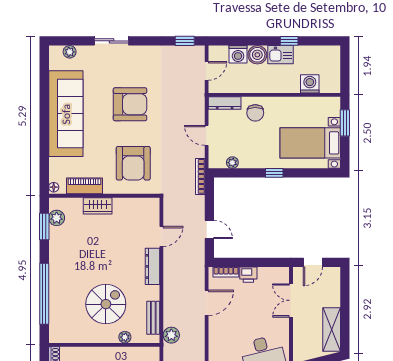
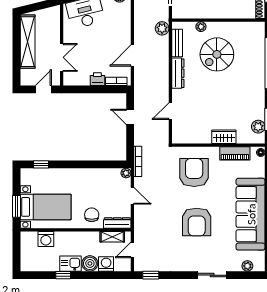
shelving: (231, 87) -> (112, 237), added
armchair: (130, 104) -> (197, 222), turned -90
bed with nightstands: (310, 143) -> (46, 207), moved
plant: (232, 163) -> (126, 173), moved
window: (274, 173) -> (41, 164), moved
dresser: (152, 266) -> (178, 73), moved
shelving: (332, 329) -> (28, 42), width x1.47

